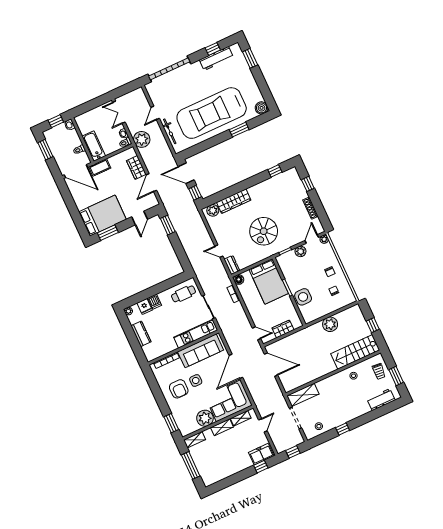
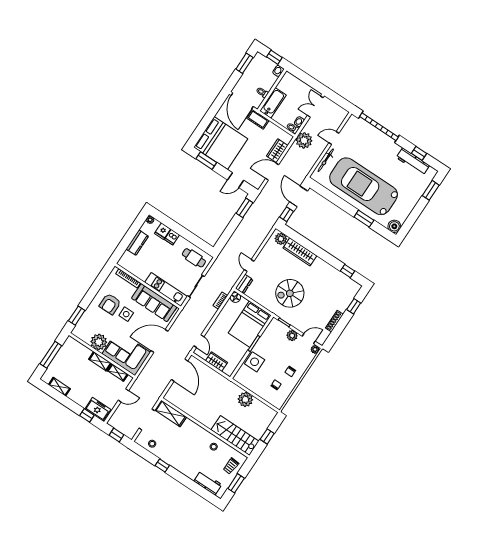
bed: (102, 216) -> (221, 143), width x1.36
shelving: (194, 440) -> (59, 387), moved

